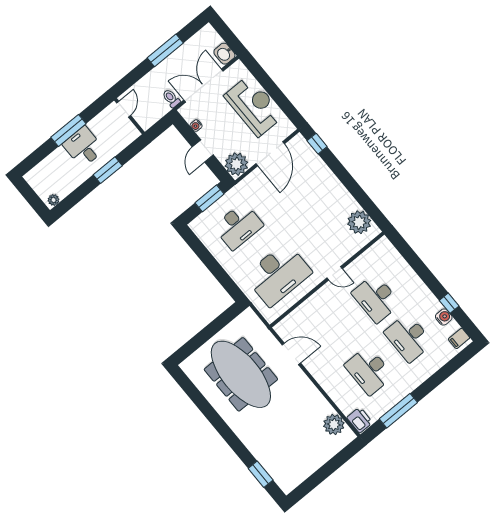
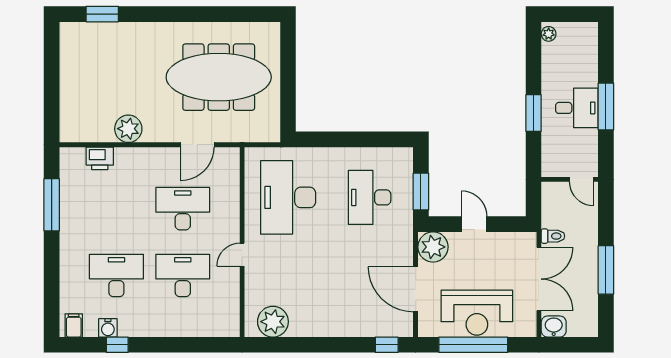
window: (275, 92) -> (473, 345), added
water cooler: (196, 126) -> (505, 238), removed
desk: (369, 370) -> (183, 209), moved
printer: (360, 420) -> (100, 158), moved
plant: (334, 425) -> (128, 129), moved

